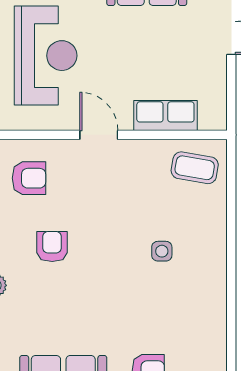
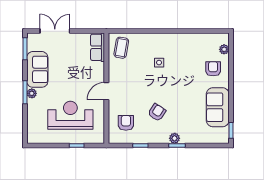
row of seats: (165, 116) -> (98, 47), moved
armchair: (52, 247) -> (157, 112), turned 123

